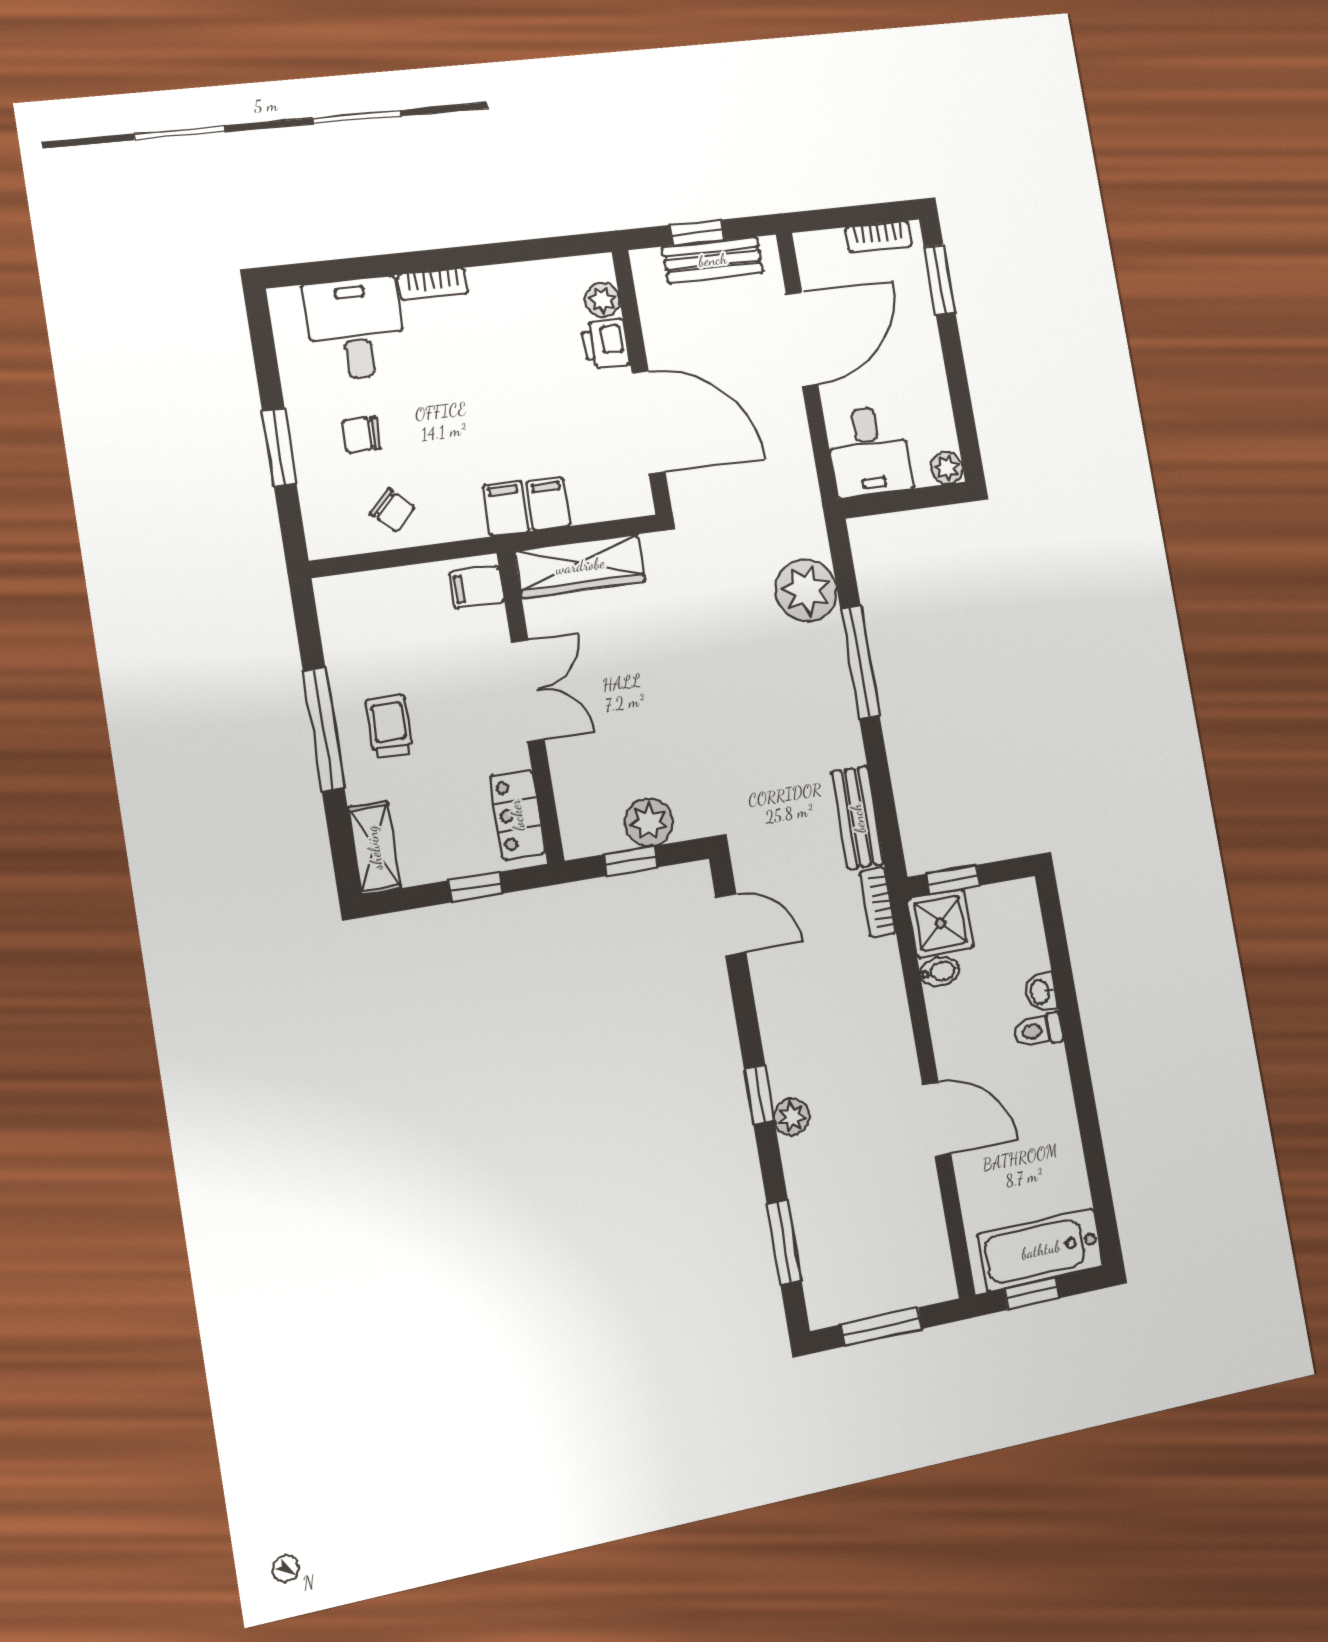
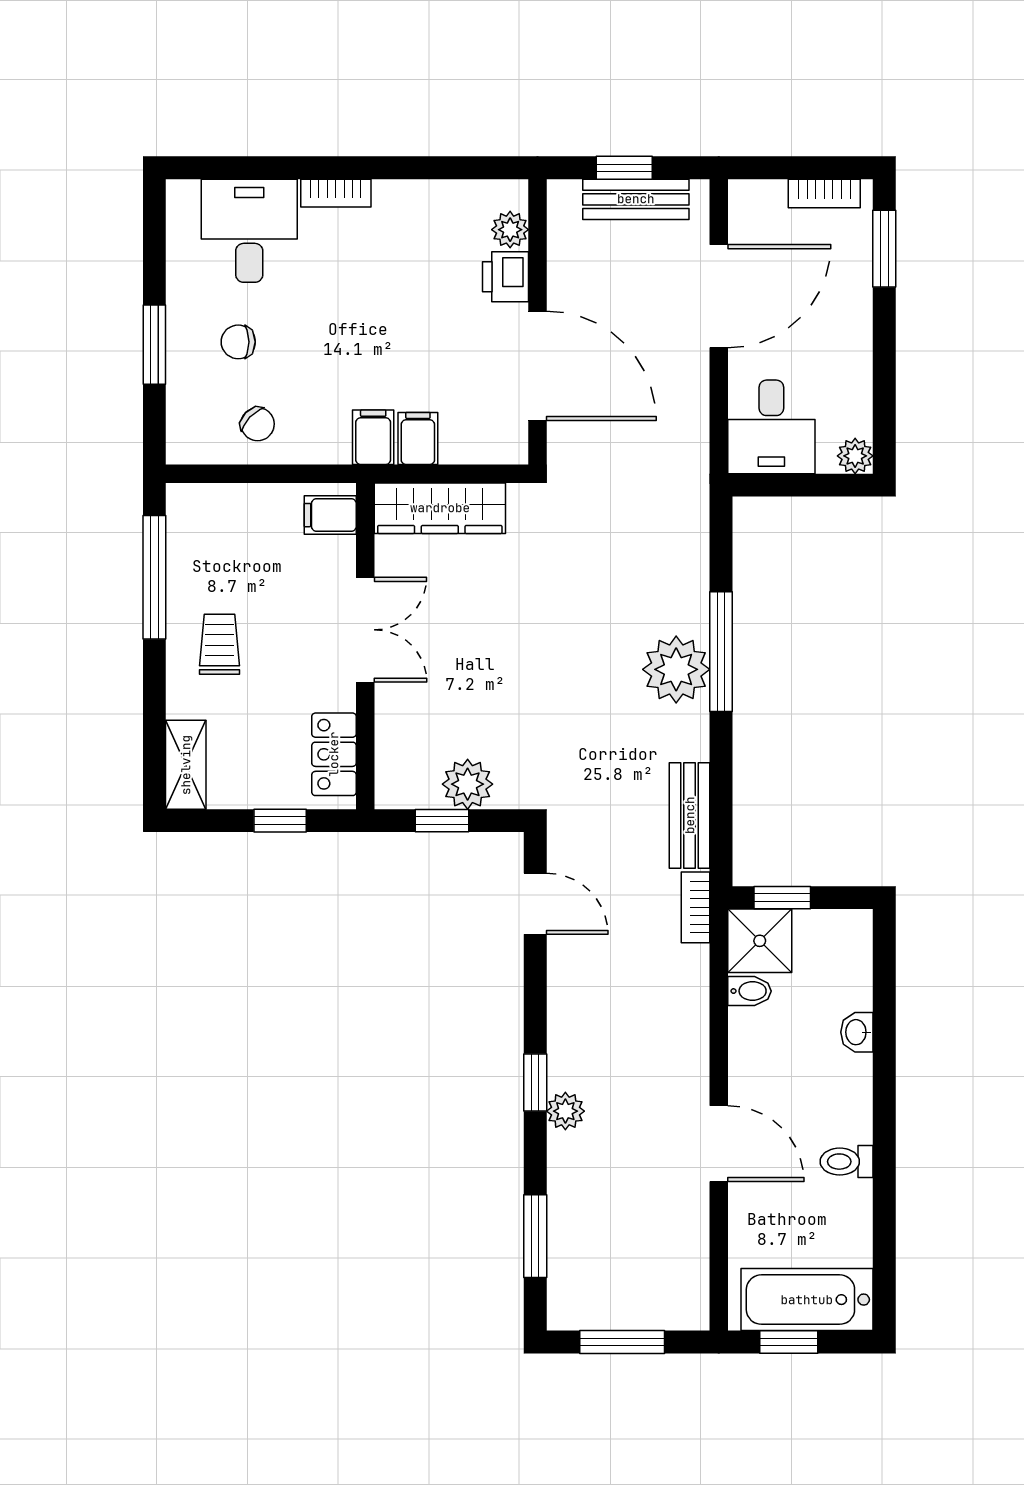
plant: (806, 590) -> (676, 669), moved
window: (324, 730) -> (154, 577), moved
toilet: (1038, 1030) -> (847, 1162), moved

